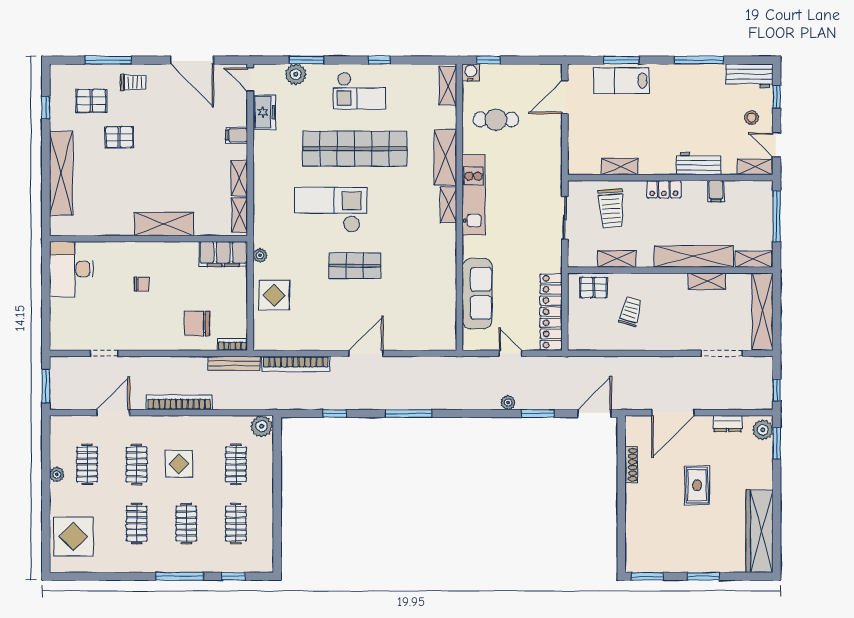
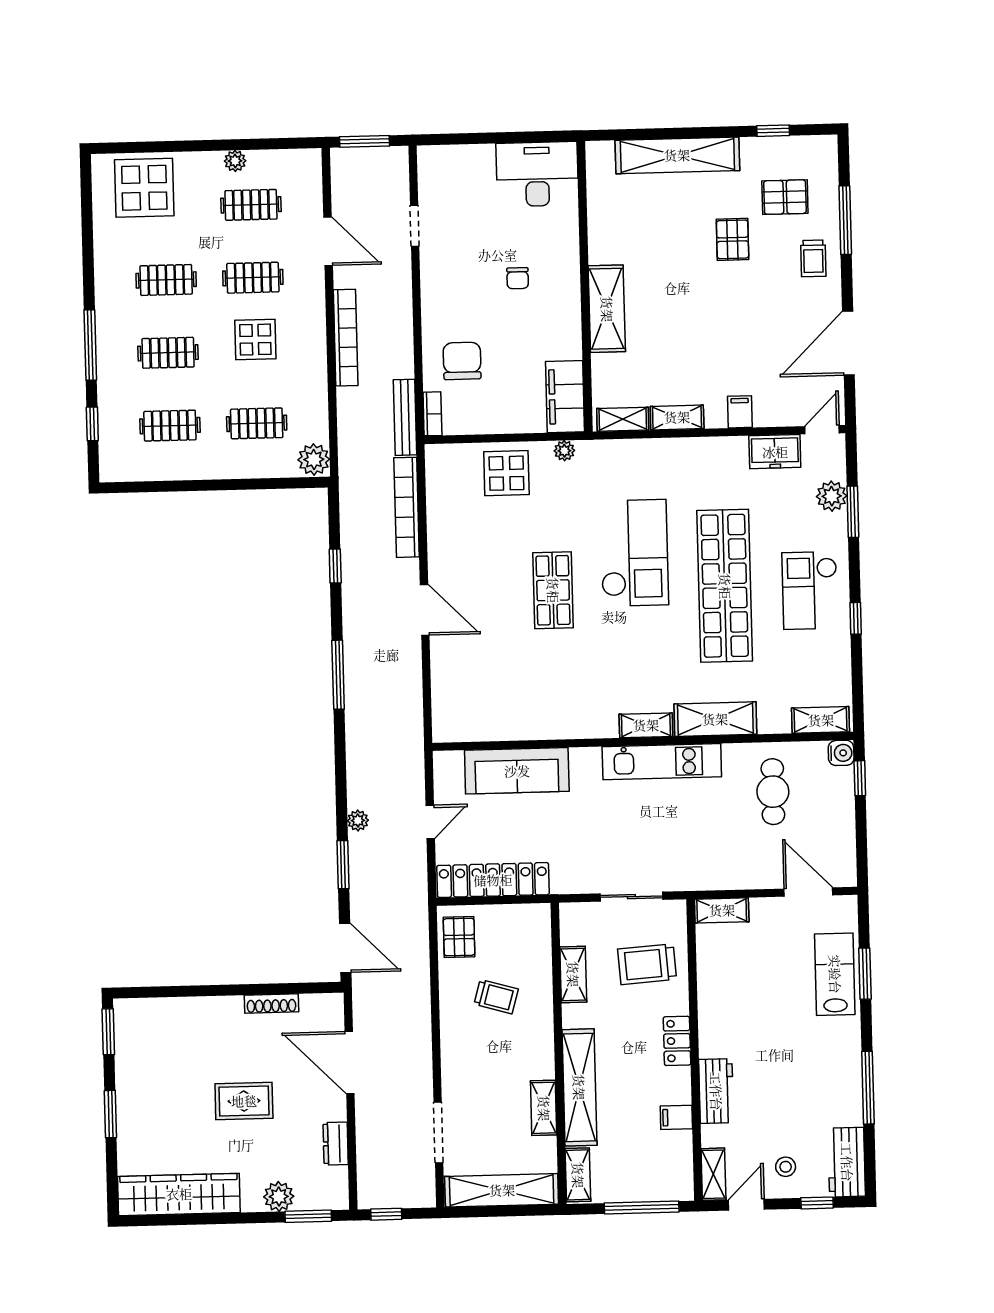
pallet: (91, 101) -> (785, 197), turned 90
shelving: (620, 167) -> (722, 910), moved, turned 90
pallet: (594, 288) -> (459, 937), moved
plant: (763, 430) -> (279, 1197), moved

